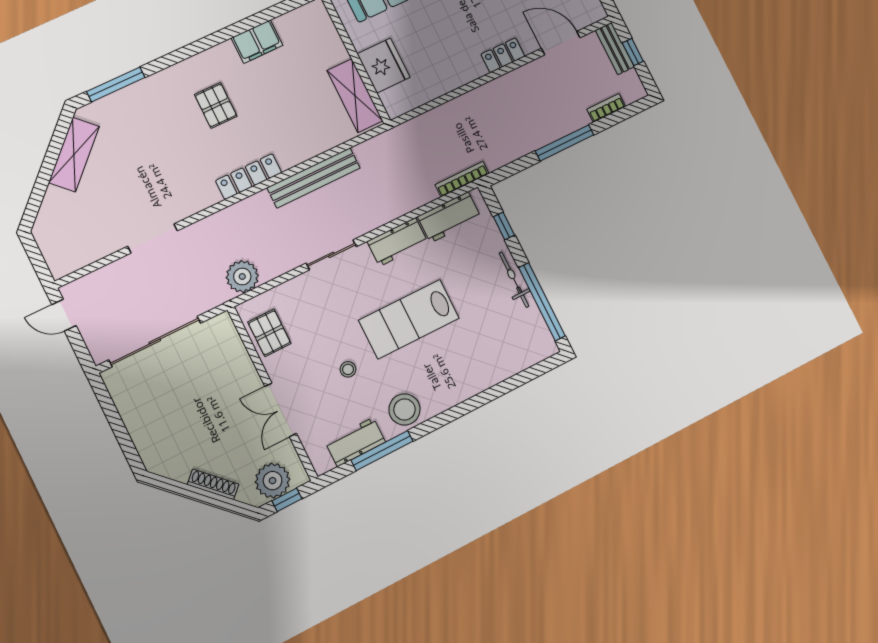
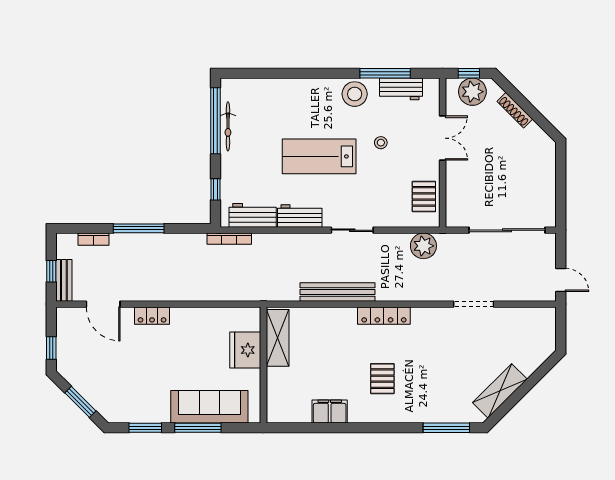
bicycle: (514, 280) -> (228, 126), moved
lab bench: (409, 319) -> (319, 156), turned 180

